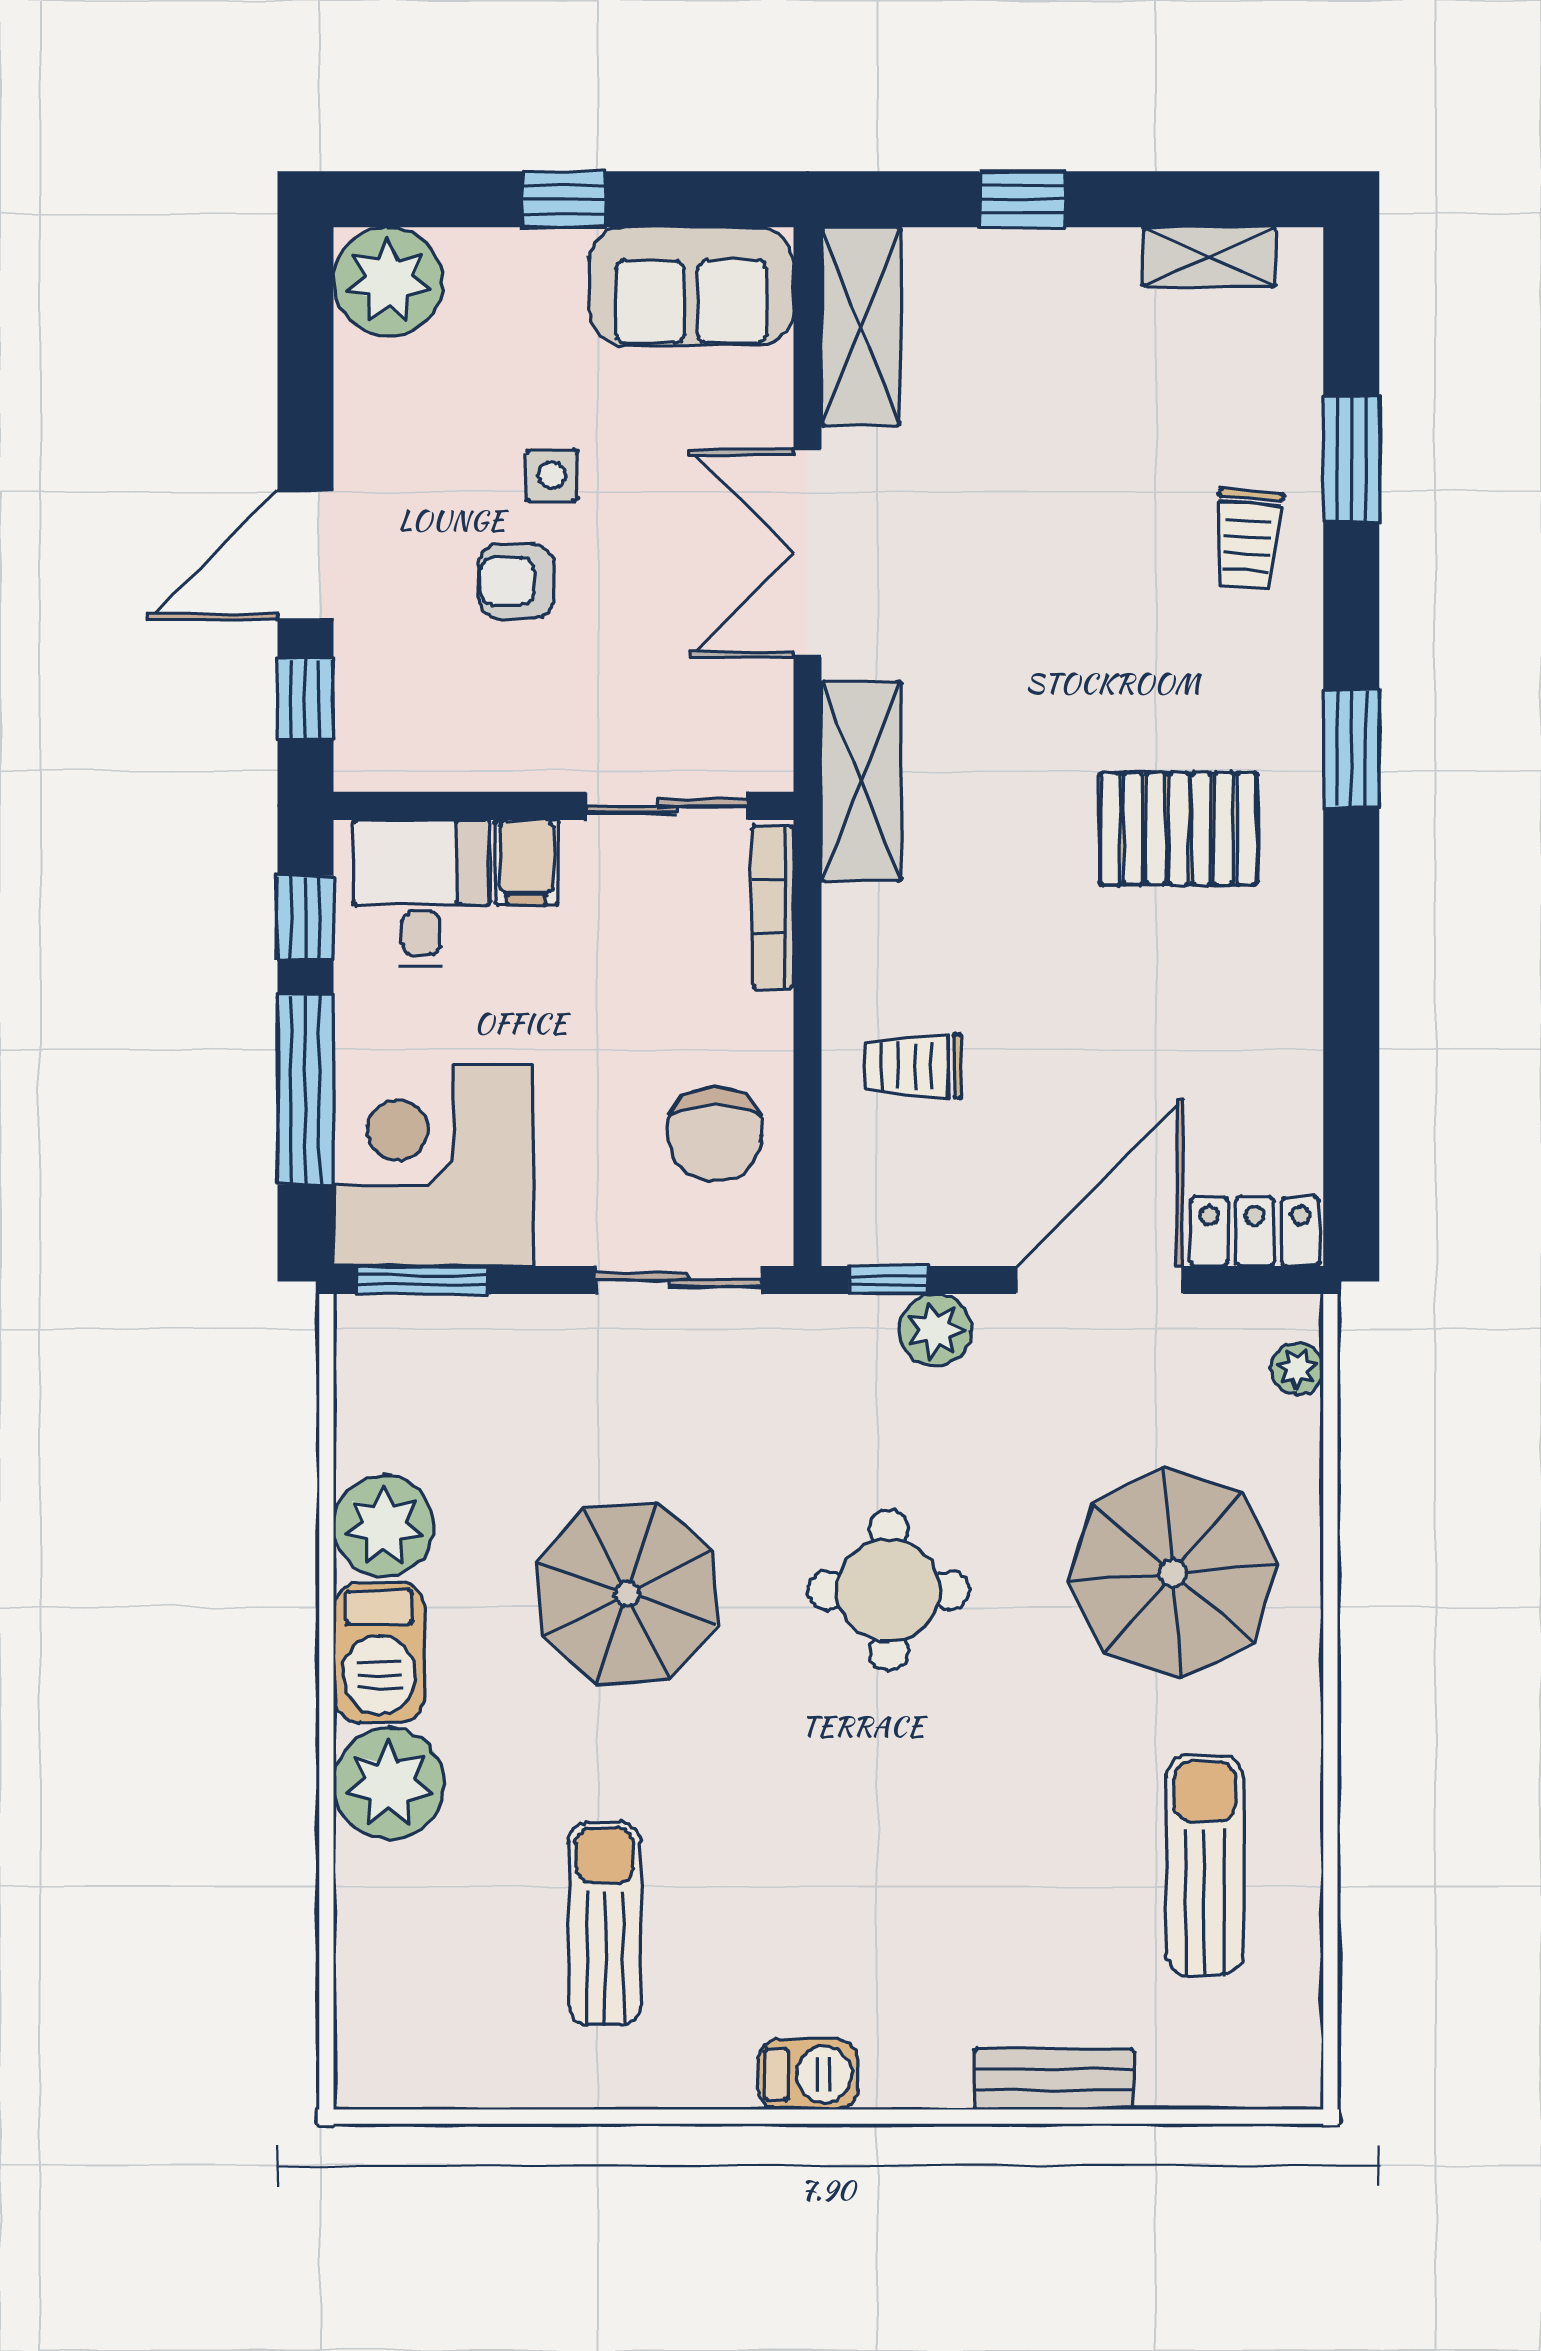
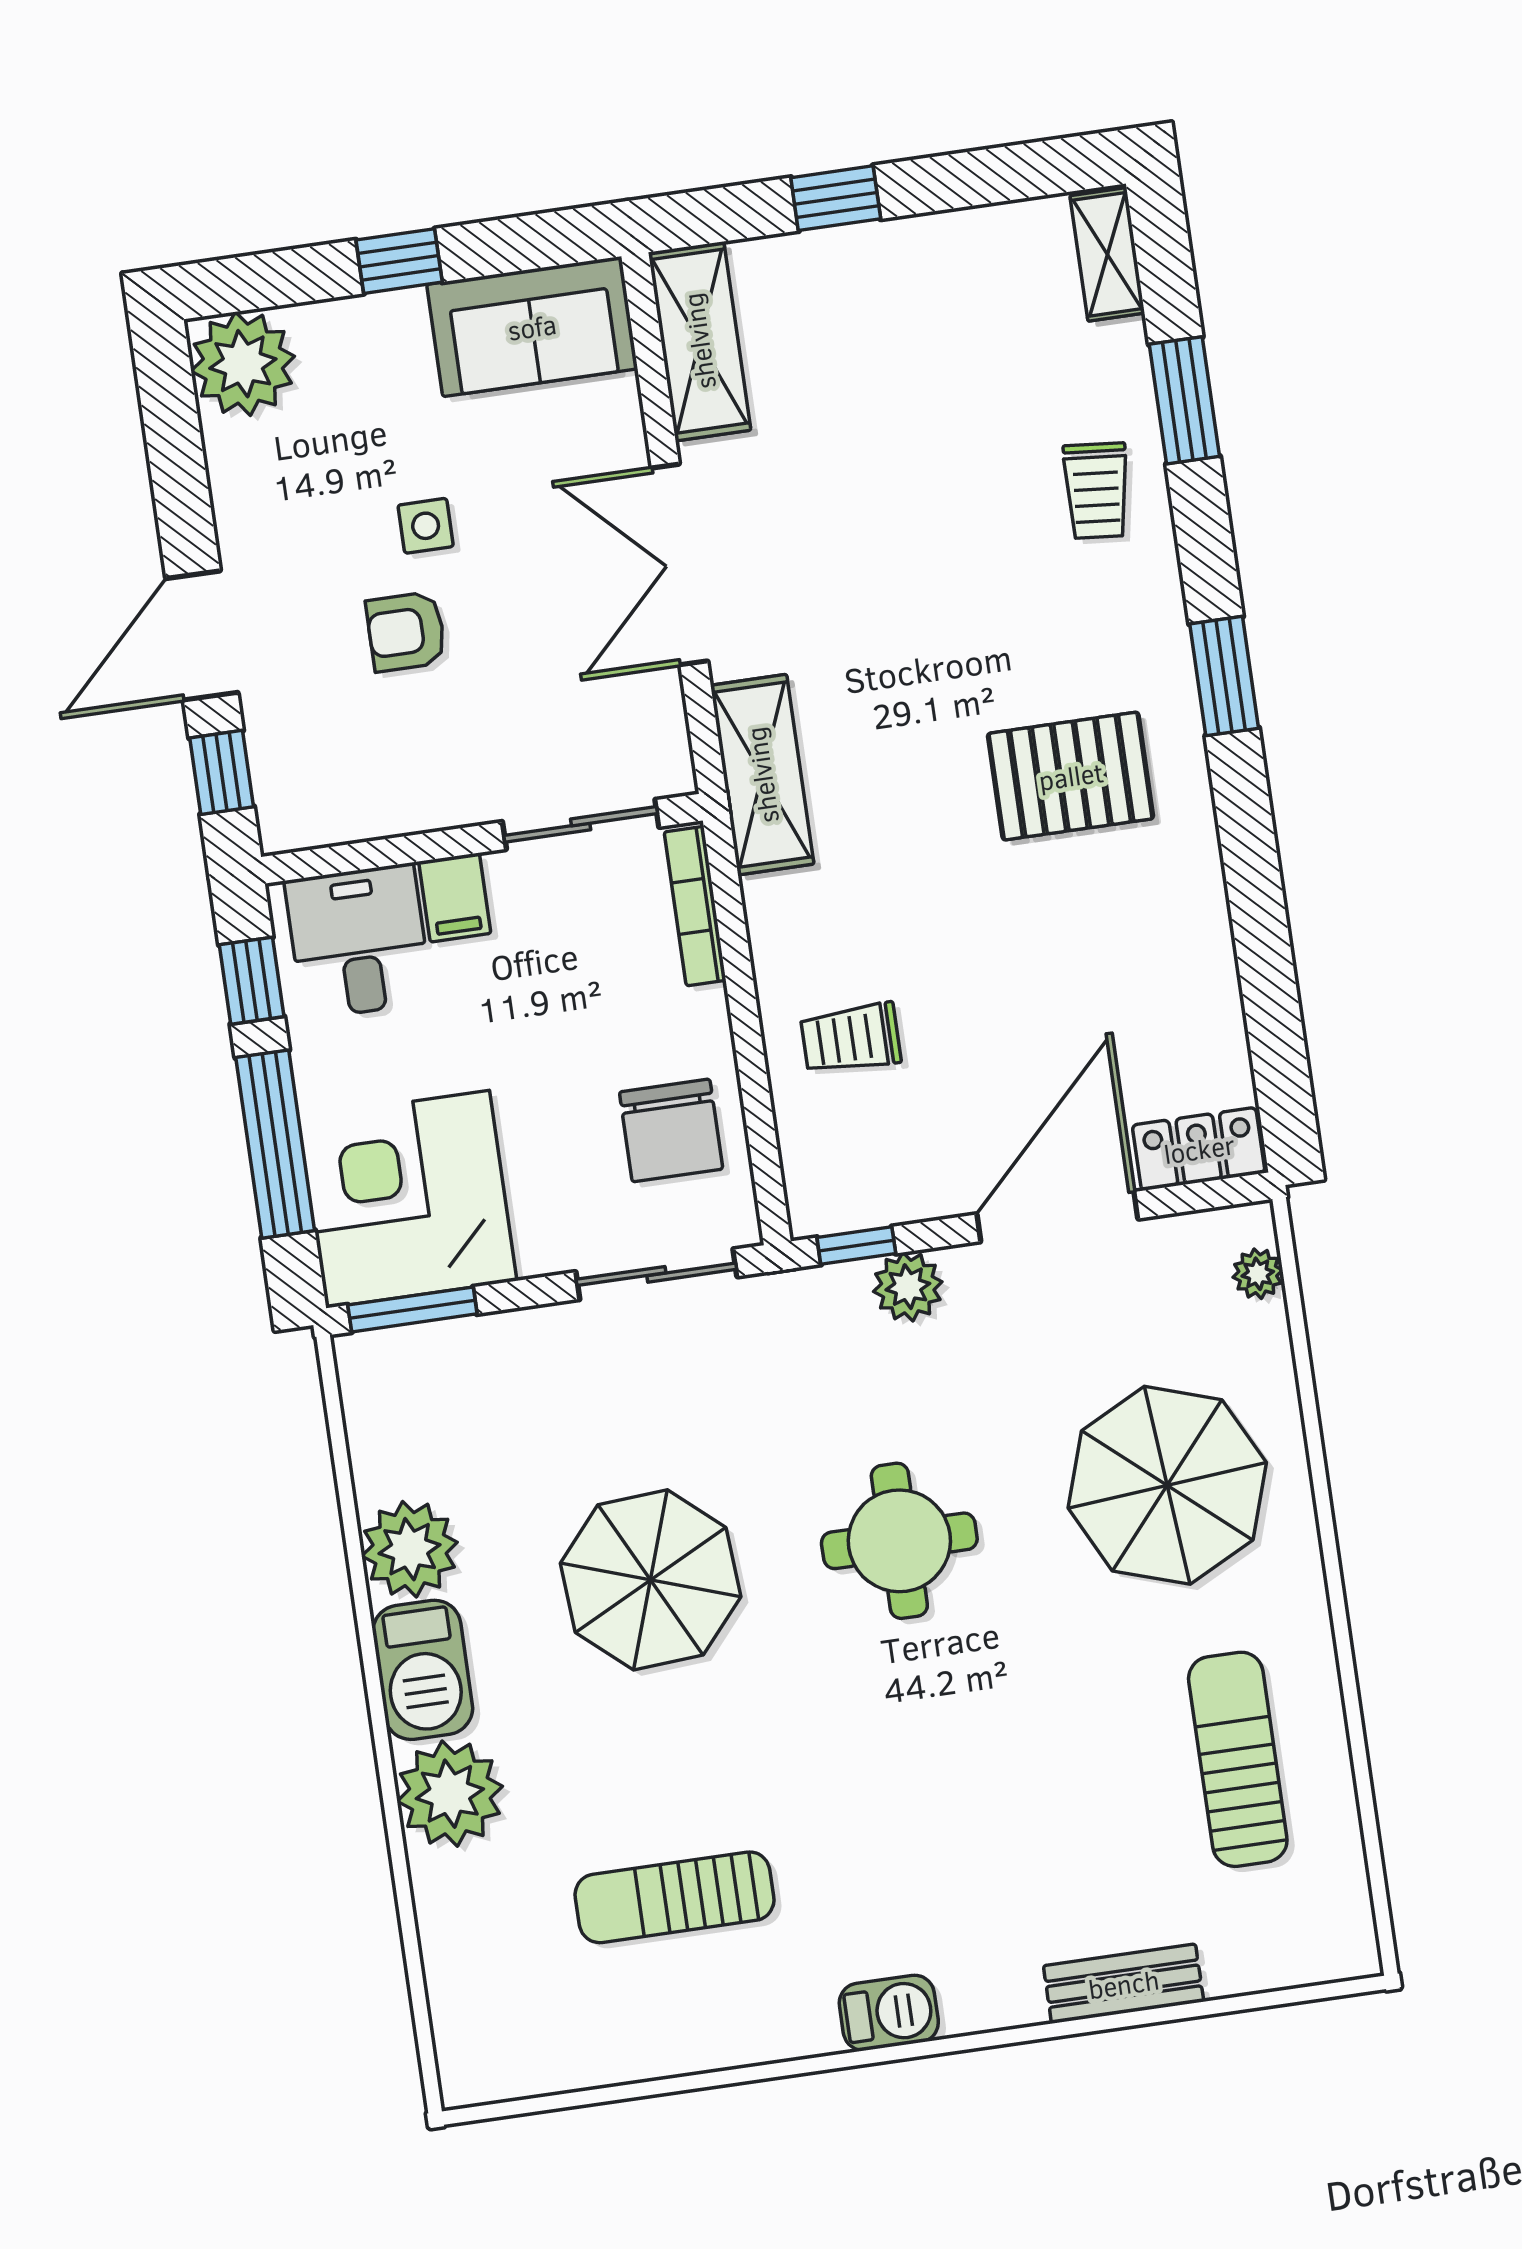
shelving: (1209, 257) -> (1107, 254), moved, turned 90
sun lounger: (605, 1924) -> (675, 1897), turned -90

